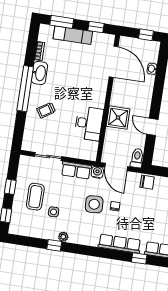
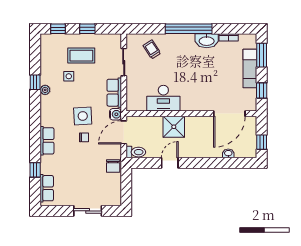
trolley: (46, 110) -> (152, 49), moved
row of seats: (120, 244) -> (47, 141), width x0.68

